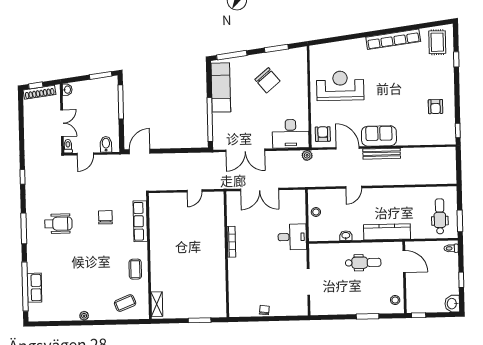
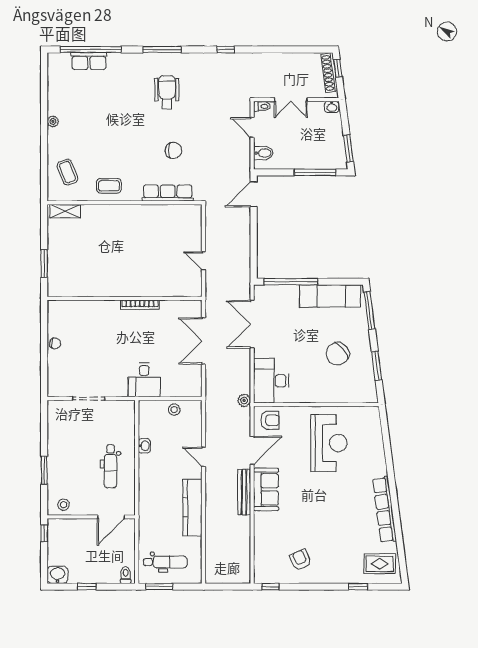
armchair: (435, 107) -> (301, 560), turned 66
door: (140, 151) -> (254, 194), swing flipped
wheelchair: (58, 224) -> (167, 92), turned 180
kitchen counter: (387, 232) -> (192, 507), moved, turned 180

